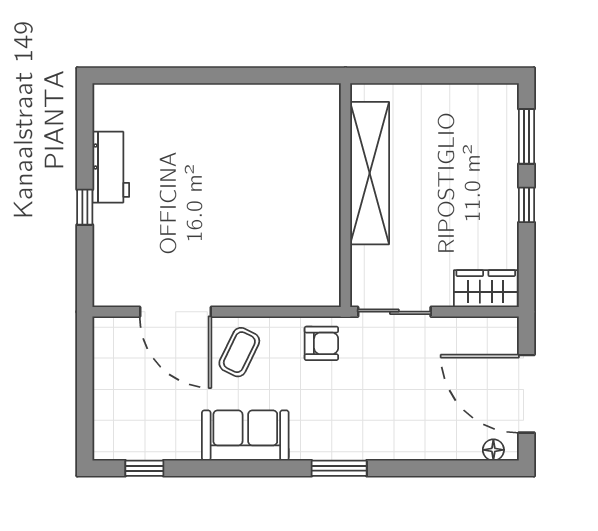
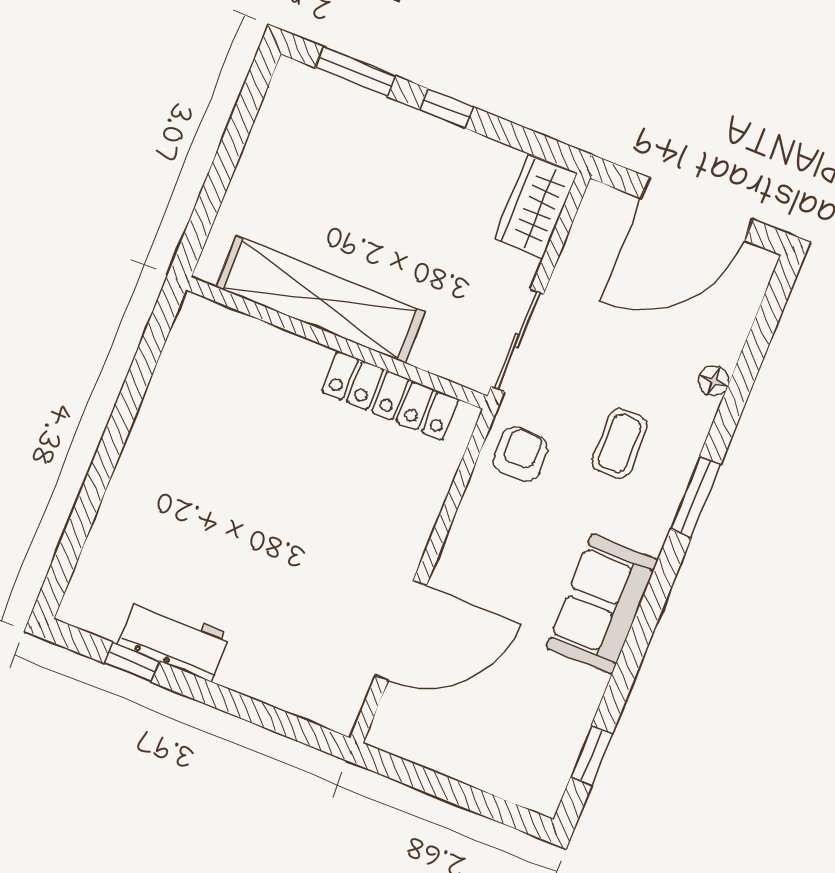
window: (85, 207) -> (132, 662), moved
locker: (325, 243) -> (390, 396), added
coffee table: (239, 352) -> (619, 443), moved, turned 64
floor lamp: (493, 450) -> (714, 381), moved

